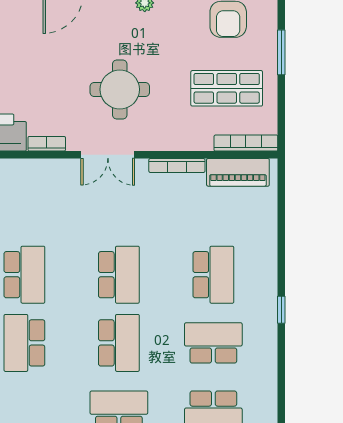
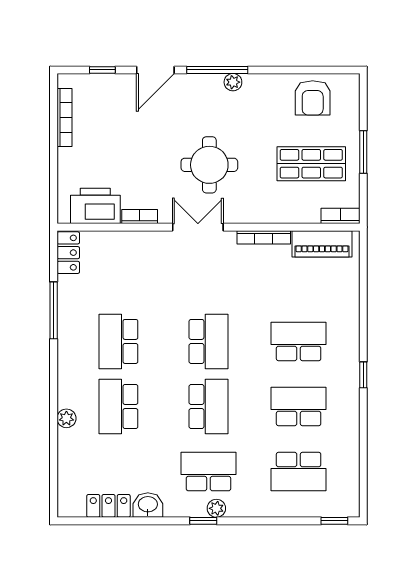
window: (281, 52) -> (363, 152), moved
bookcase: (246, 143) -> (341, 216), width x0.64
double door: (108, 155) -> (198, 227), swing flipped
school desk: (24, 275) -> (118, 341), turned 180
school desk: (213, 275) -> (299, 341), turned -90

